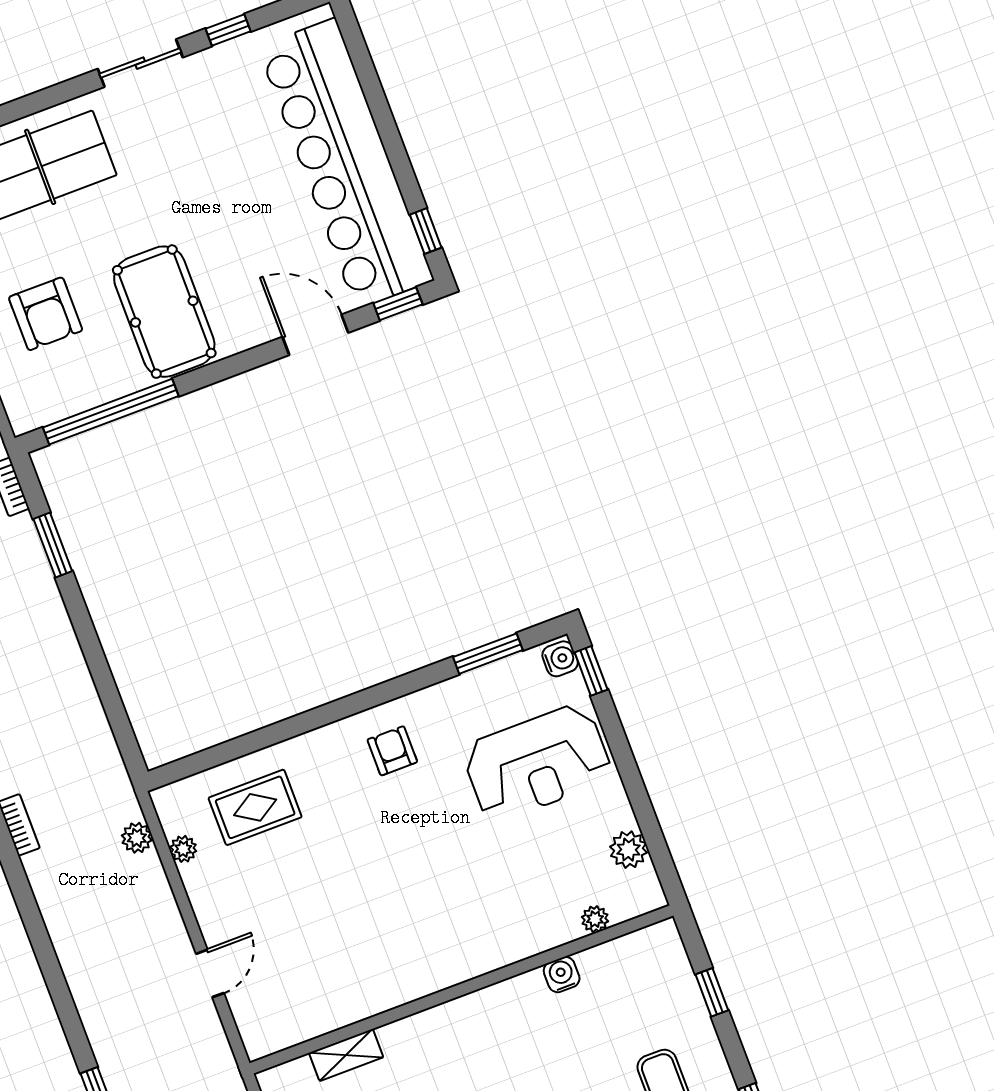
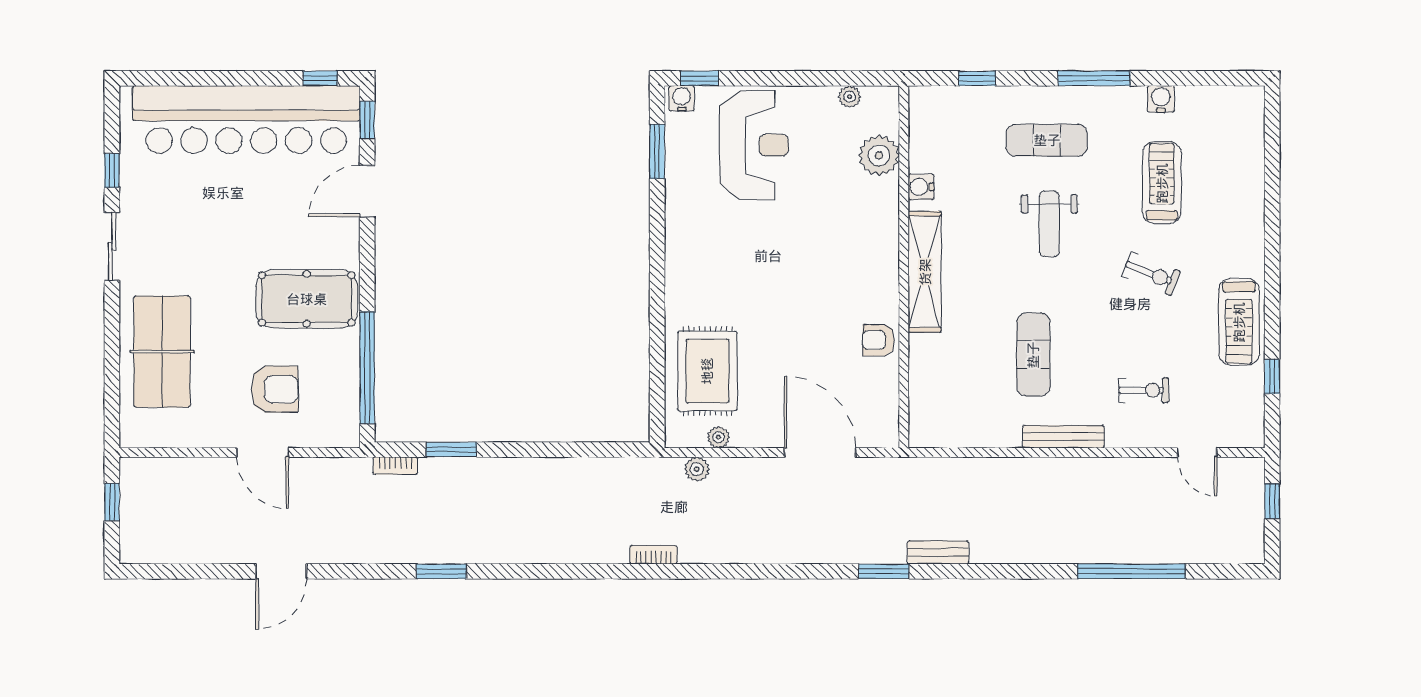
armchair: (392, 751) -> (878, 340), moved
rug: (255, 807) -> (707, 371), width x1.36, depth x1.43
plant: (628, 850) -> (850, 97), width x0.73, depth x0.73
plant: (595, 919) -> (879, 155), width x1.88, depth x1.88
door: (210, 973) -> (820, 452), width x1.88
shelving: (346, 1055) -> (925, 272), moved, width x2.20, depth x1.33

